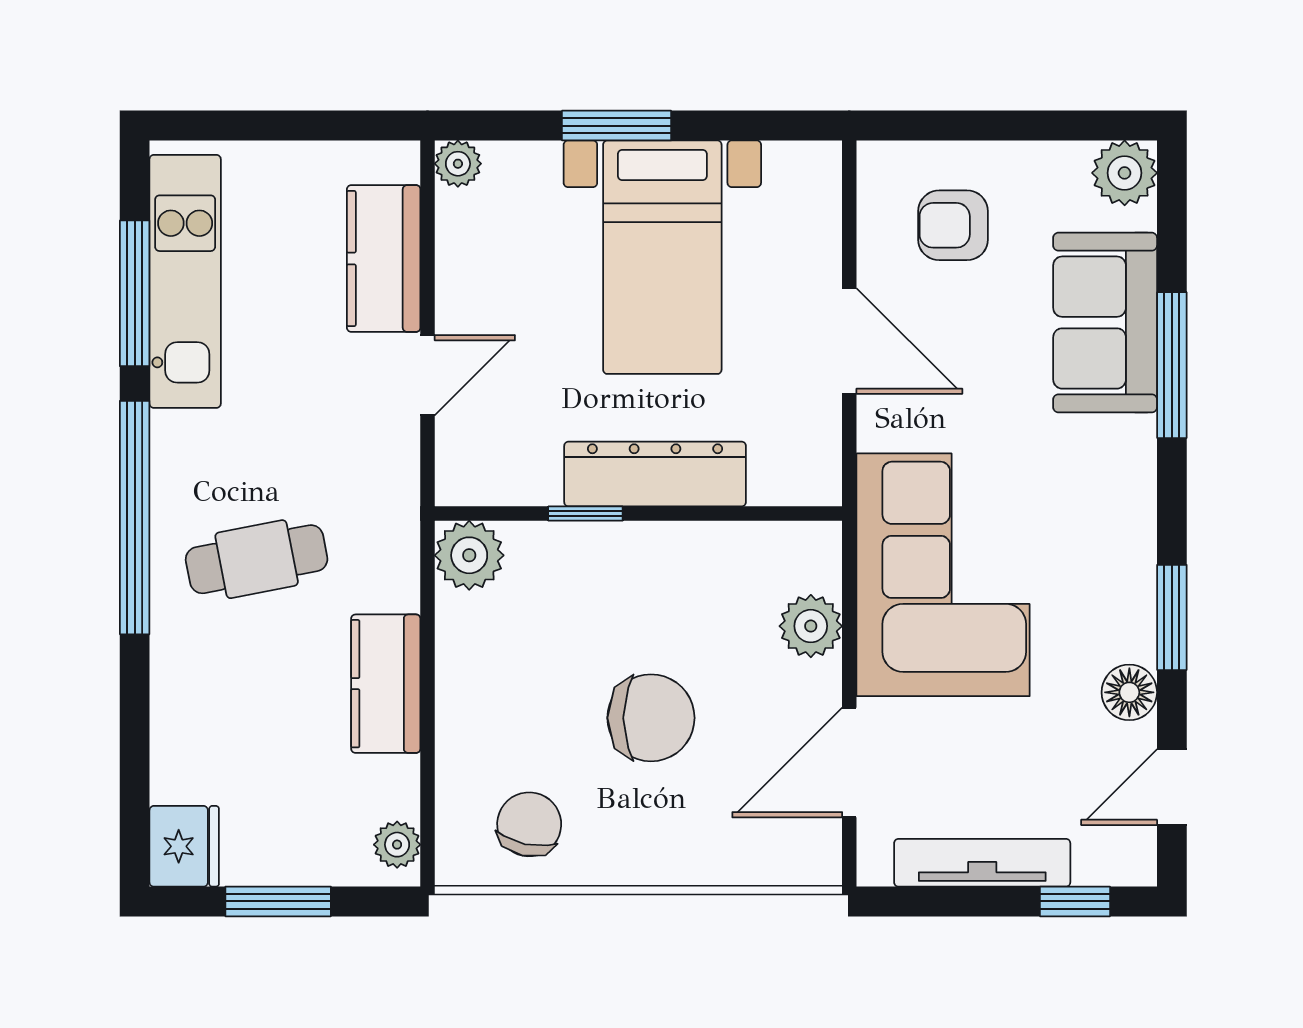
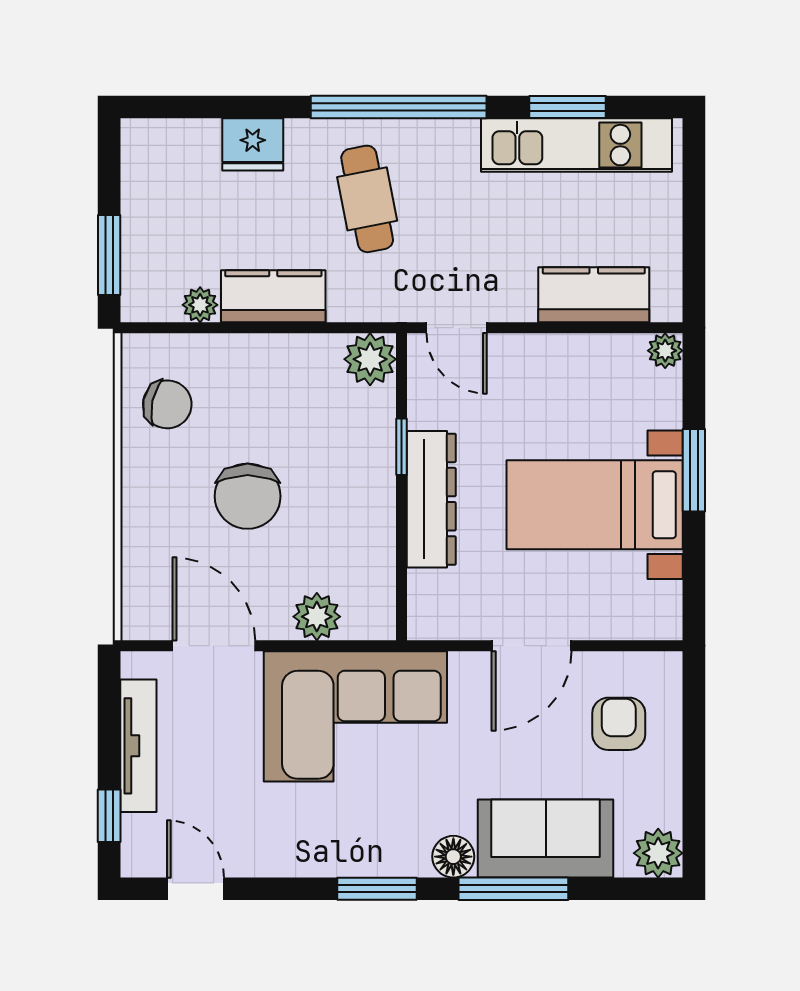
window: (135, 293) -> (568, 107), width x0.69
door: (427, 375) -> (457, 328), moved
window: (1172, 617) -> (377, 889), moved
floor lamp: (1129, 692) -> (453, 857), moved
plant: (397, 845) -> (200, 305), moved
fridge: (184, 846) -> (253, 144), moved
window: (278, 901) -> (109, 255), moved

